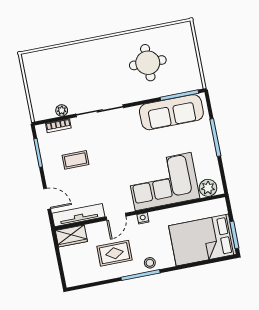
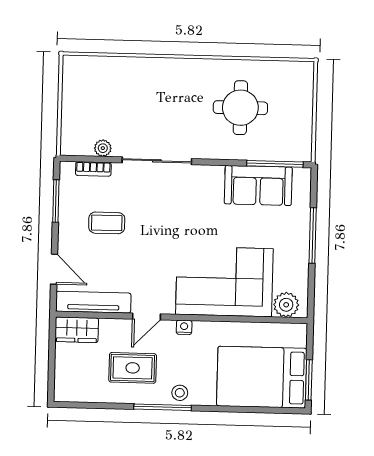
sofa: (171, 112) -> (258, 185), width x0.73

